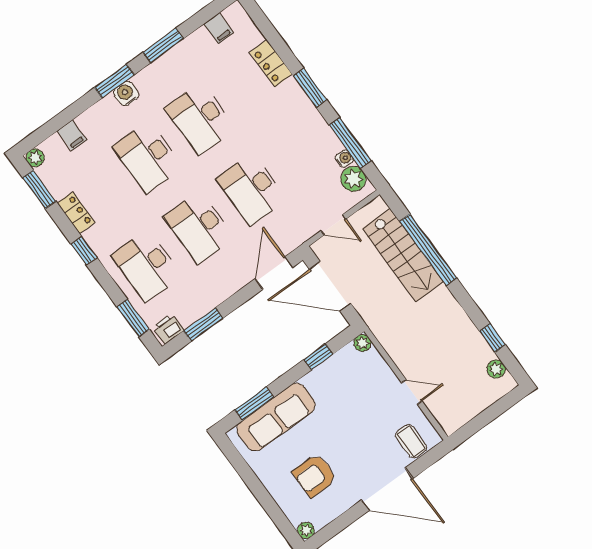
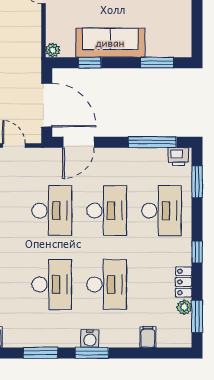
plant: (35, 158) -> (184, 307), moved
window: (203, 324) -> (152, 142), width x1.44
sofa: (276, 417) -> (110, 43), moved

